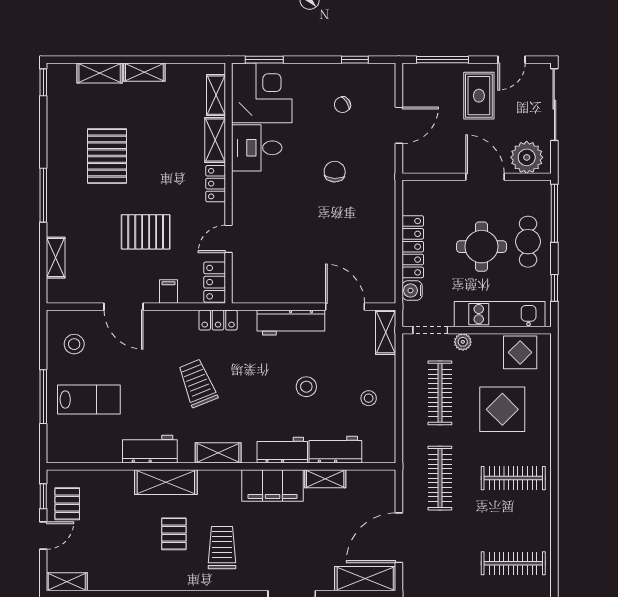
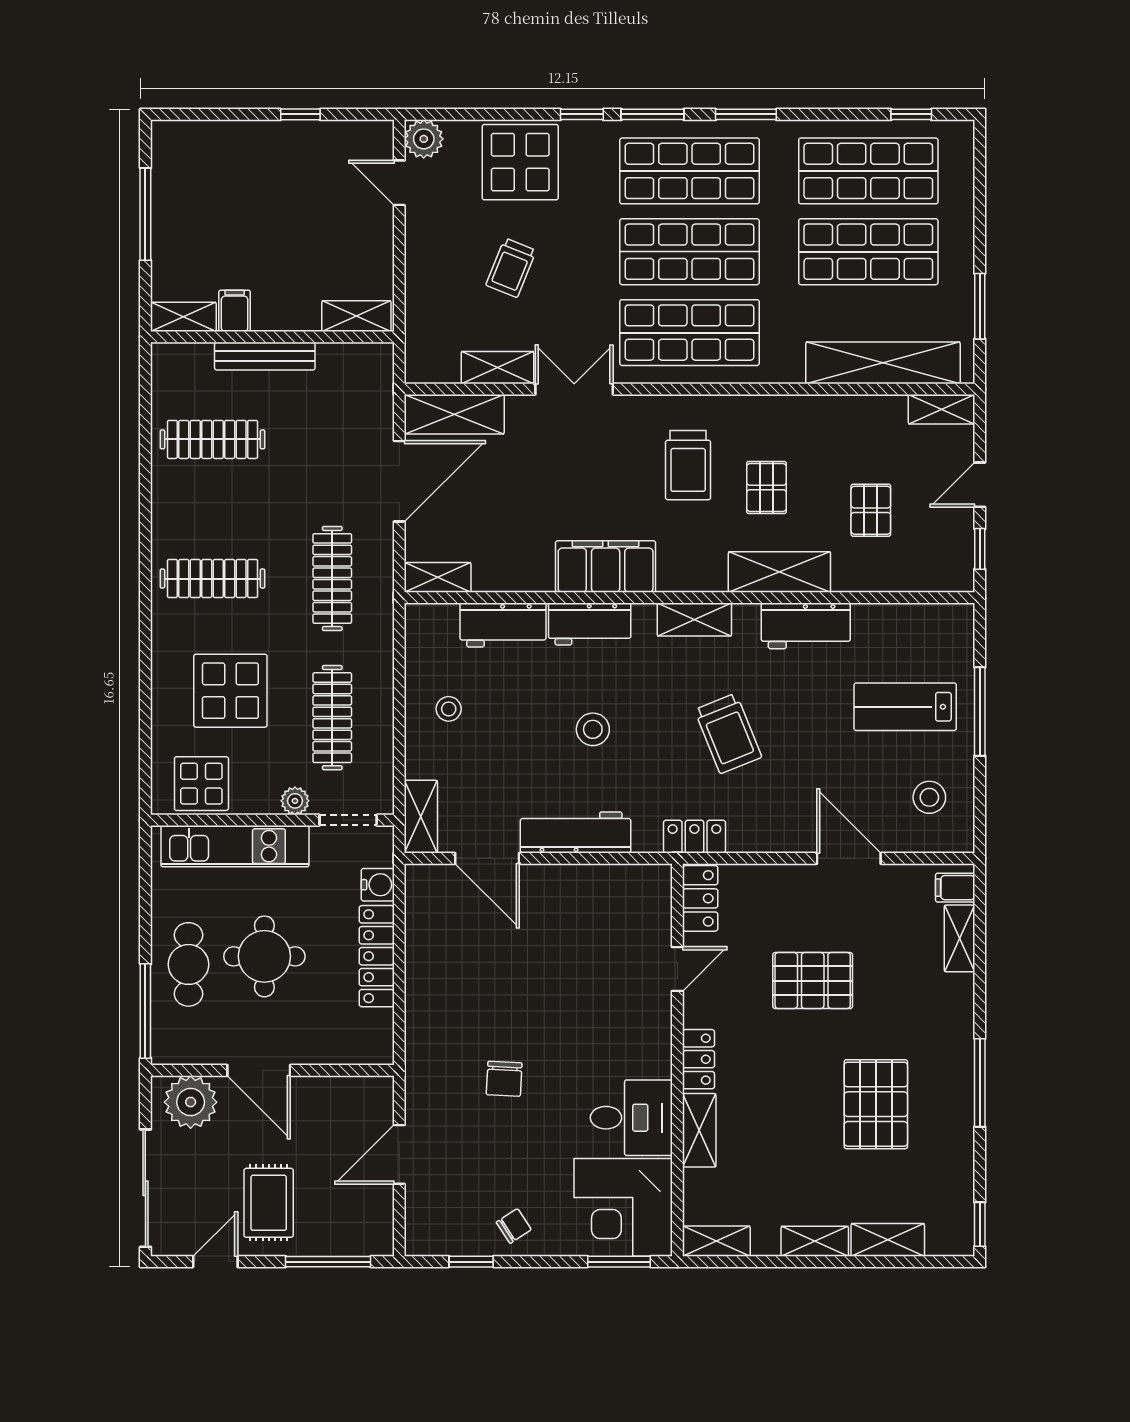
shelving: (216, 95) -> (716, 1241), moved, turned 90
chair: (342, 105) -> (514, 1226), moved
window: (43, 195) -> (980, 1083), moved
window: (554, 288) -> (145, 889), removed
filing cabinet: (168, 292) -> (955, 888), moved, turned 90
stool: (306, 387) -> (593, 729), moved
shelving: (325, 479) -> (438, 577), moved
pallet: (67, 504) -> (871, 510), moved

